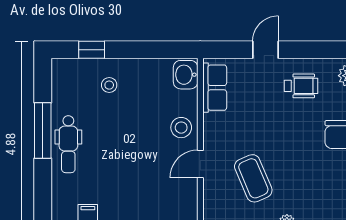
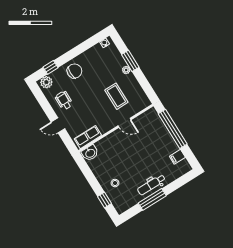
stool: (181, 128) -> (114, 141), removed
dental chair: (68, 144) -> (151, 185), turned 180
coffee table: (253, 178) -> (116, 96), turned -67

